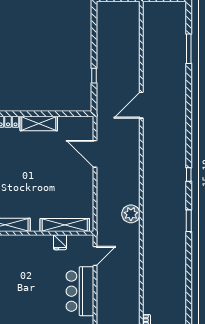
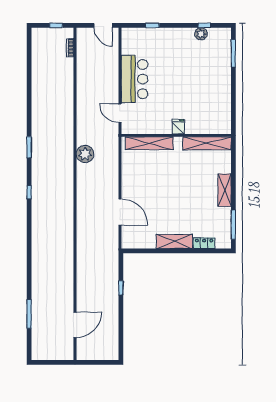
door: (141, 105) -> (75, 325), moved
fridge: (60, 242) -> (178, 127), moved
door: (95, 256) -> (120, 113), hinge flipped

